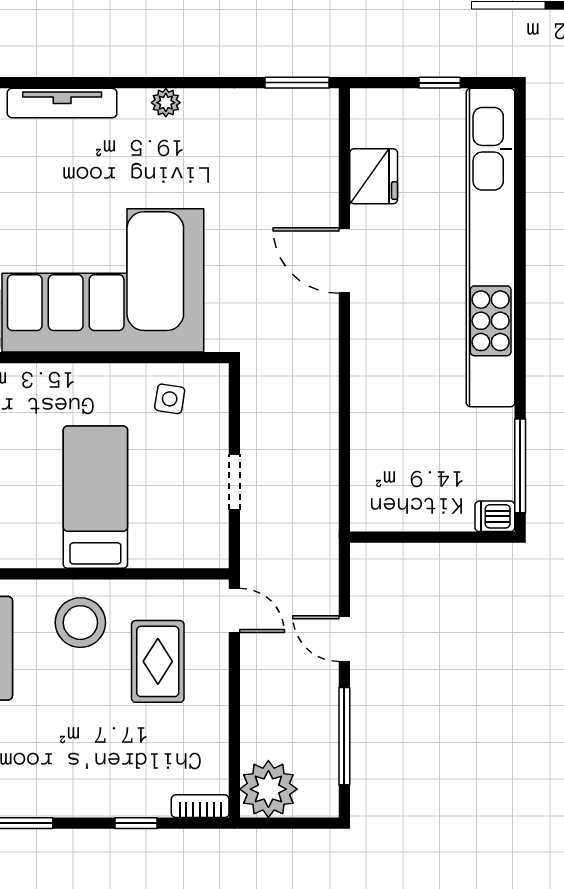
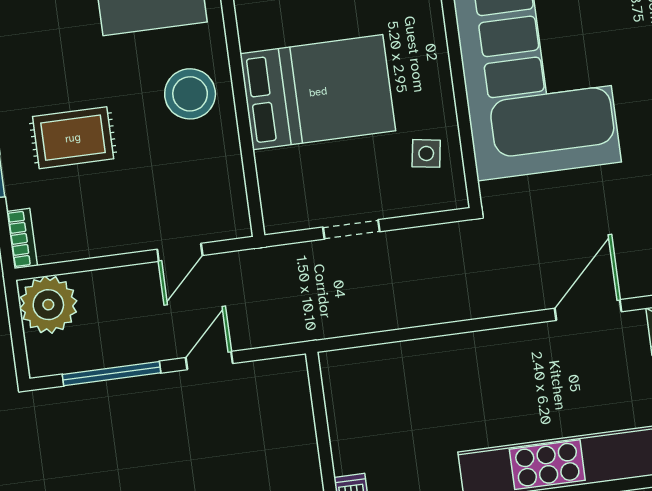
bed: (95, 497) -> (318, 92), width x1.50
door: (234, 610) -> (180, 252), moved
rug: (158, 661) -> (73, 138), moved

